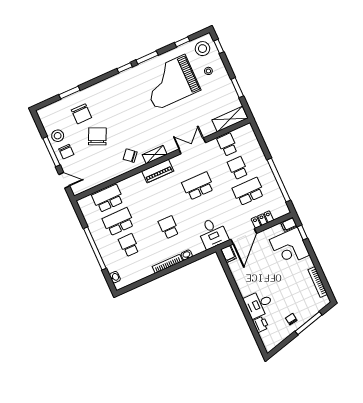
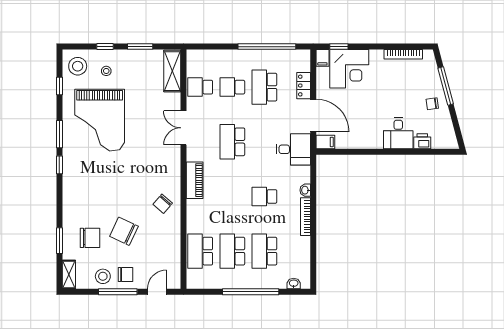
window: (219, 46) -> (105, 47), moved
shelving: (155, 155) -> (69, 274), moved
school desk: (129, 245) -> (264, 251), width x1.85

